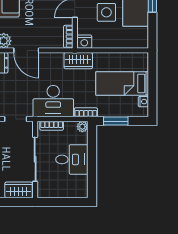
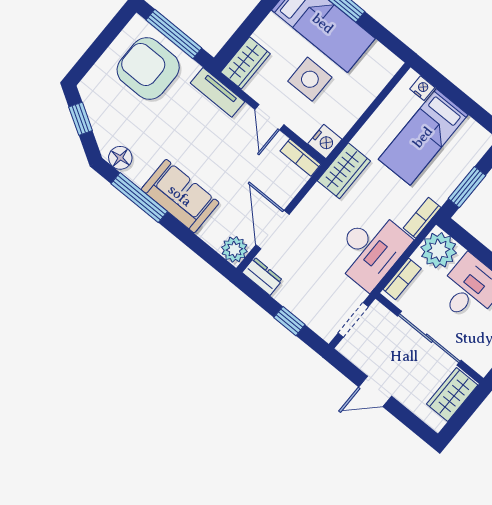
door: (26, 50) -> (272, 230), swing flipped
nightstand: (143, 102) -> (422, 88), moved
plant: (82, 127) -> (439, 250), width x1.87, depth x1.87

